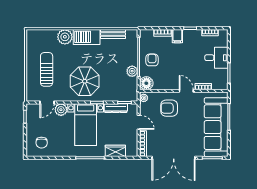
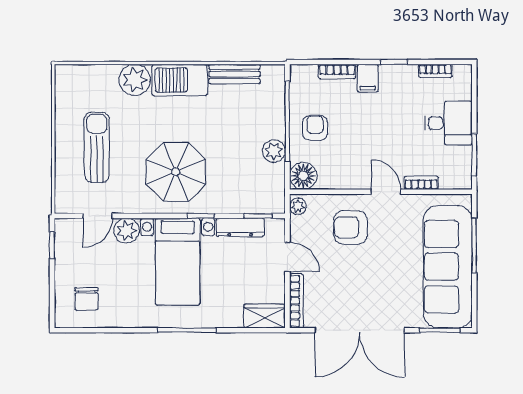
wardrobe: (115, 151) -> (265, 316), moved

